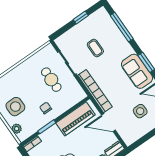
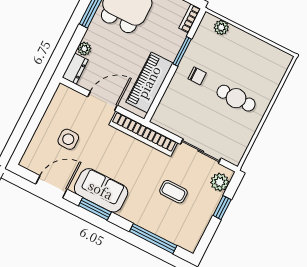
window: (81, 18) -> (222, 208), moved
plant: (65, 39) -> (220, 182), added
cafe table: (51, 80) -> (236, 98), moved
side table: (15, 107) -> (239, 56), removed

